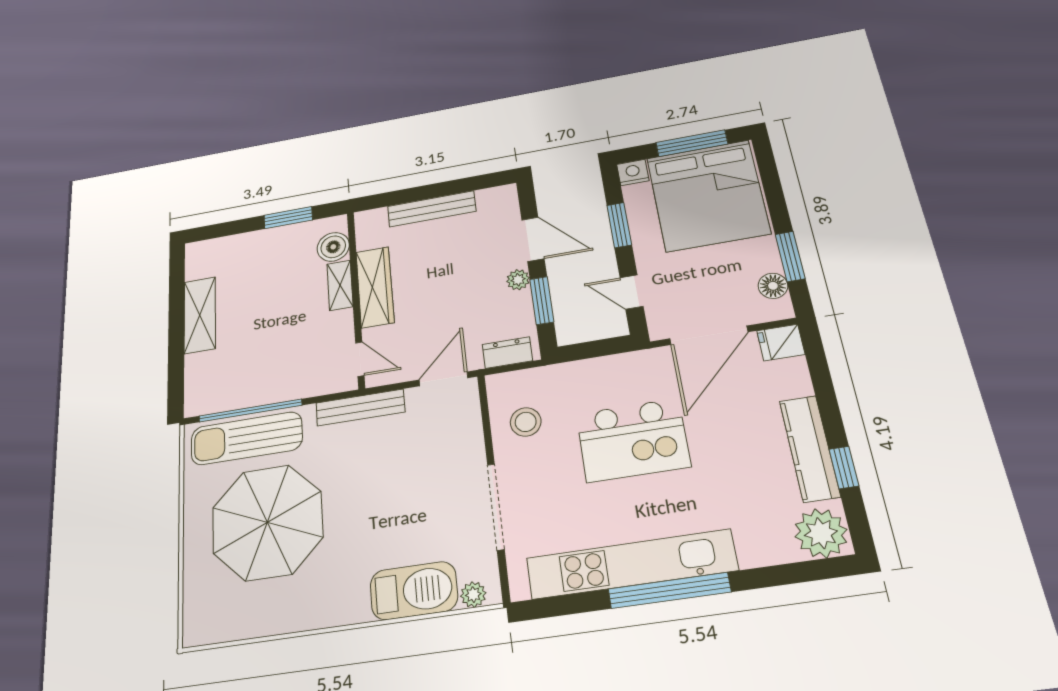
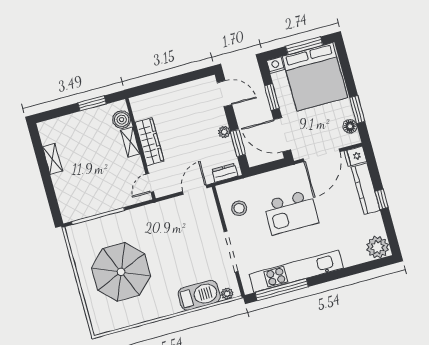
bench: (432, 209) -> (171, 93), removed
door: (533, 239) -> (225, 94), moved
door: (631, 292) -> (282, 135), width x1.88
shelving: (200, 315) -> (52, 159), width x0.67, depth x0.75
door: (360, 359) -> (150, 183), swing flipped
bench: (360, 407) -> (155, 209), removed
sun lounger: (246, 438) -> (100, 231), removed
kitchen counter: (810, 448) -> (366, 189), moved
window: (844, 467) -> (382, 199), moved
window: (669, 590) -> (282, 290), moved

